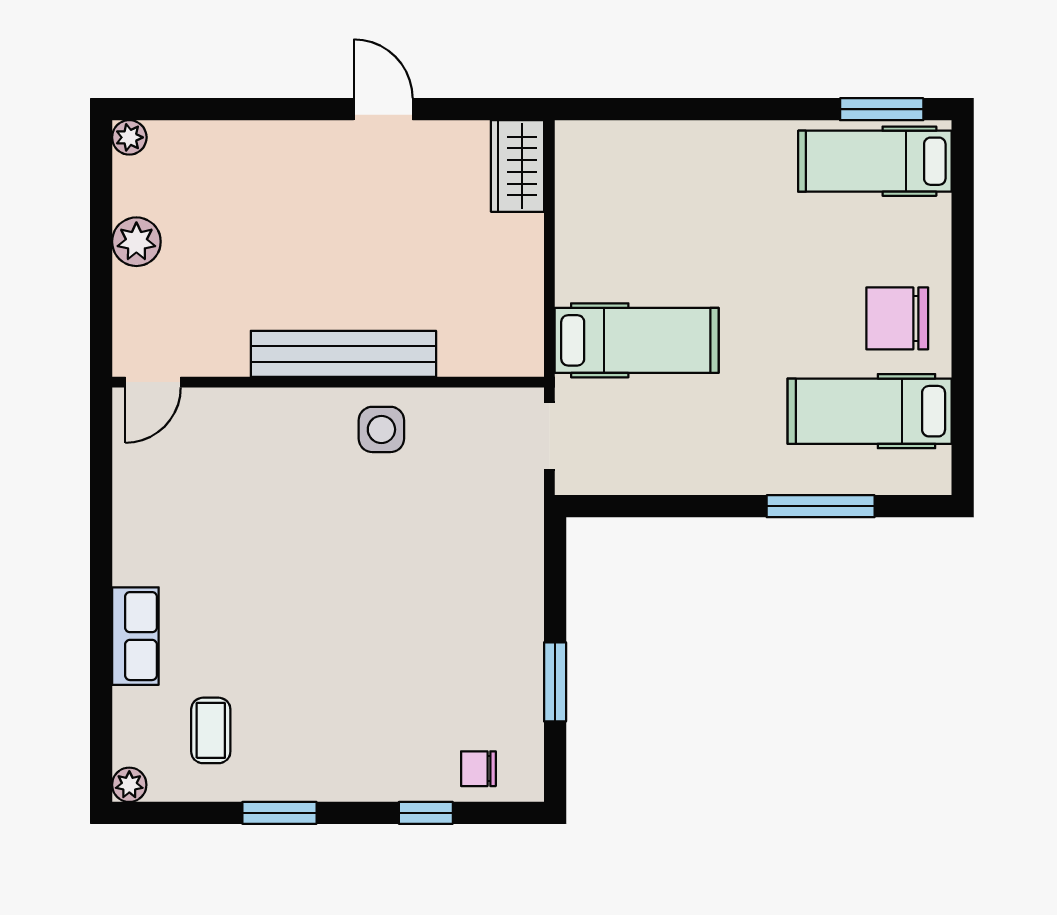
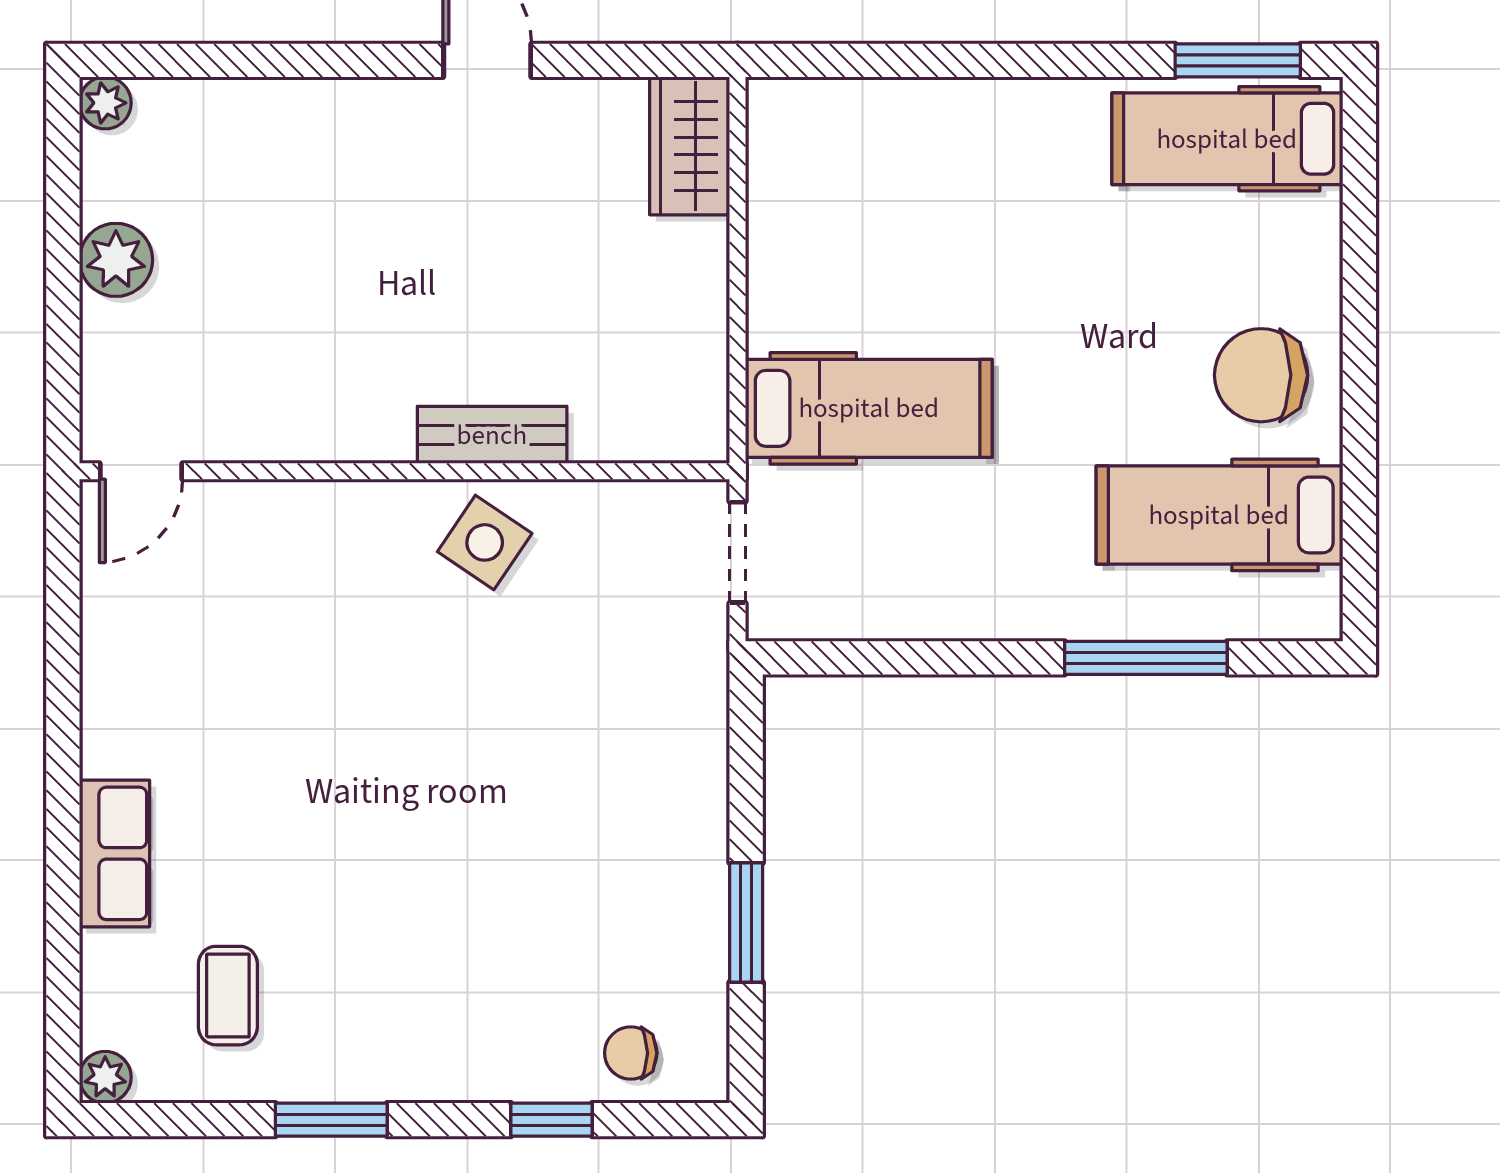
bench: (343, 354) -> (492, 435), width x0.54, depth x0.82
side table: (381, 429) -> (485, 542), turned 34

